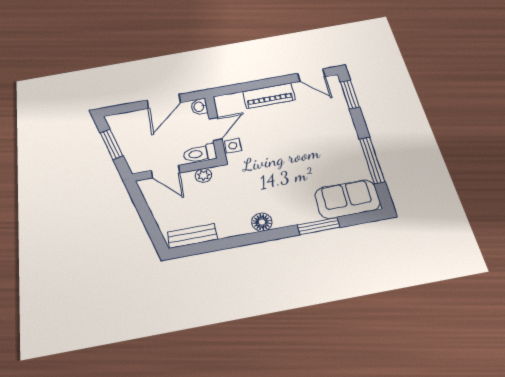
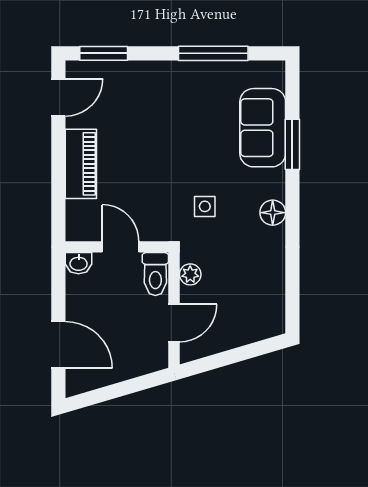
door: (164, 101) -> (58, 345), moved
window: (111, 144) -> (115, 391), removed
side table: (233, 146) -> (205, 206), moved
sofa: (347, 199) -> (263, 128), moved
bench: (192, 236) -> (274, 302), removed

